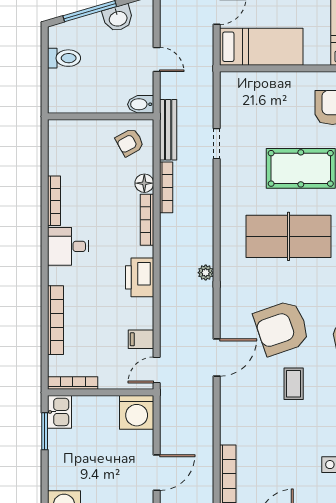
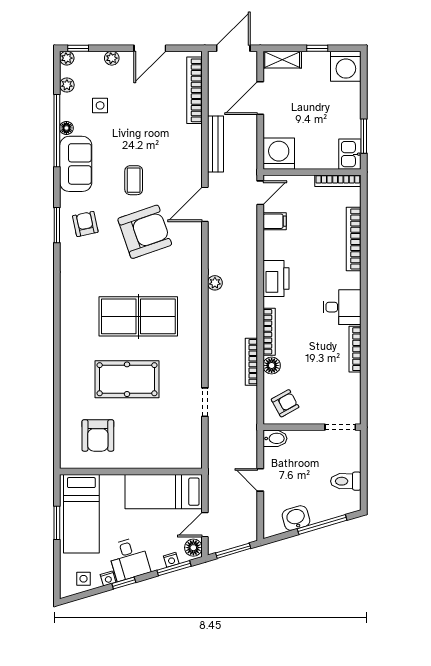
doorway: (70, 116) -> (340, 427), added
bench: (168, 130) -> (215, 144), moved

